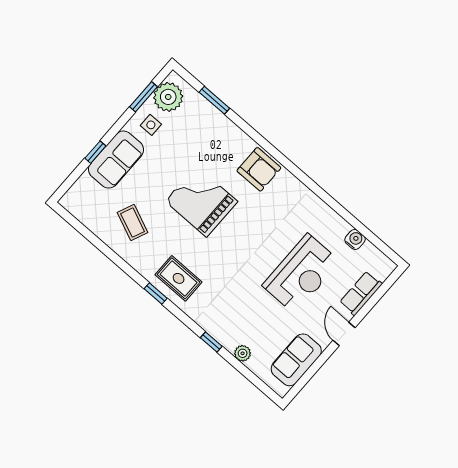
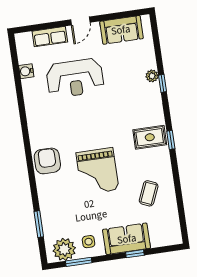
reception desk: (301, 274) -> (75, 78), turned 180
rug: (179, 278) -> (150, 137), turned 90
plant: (243, 353) -> (152, 76), moved

